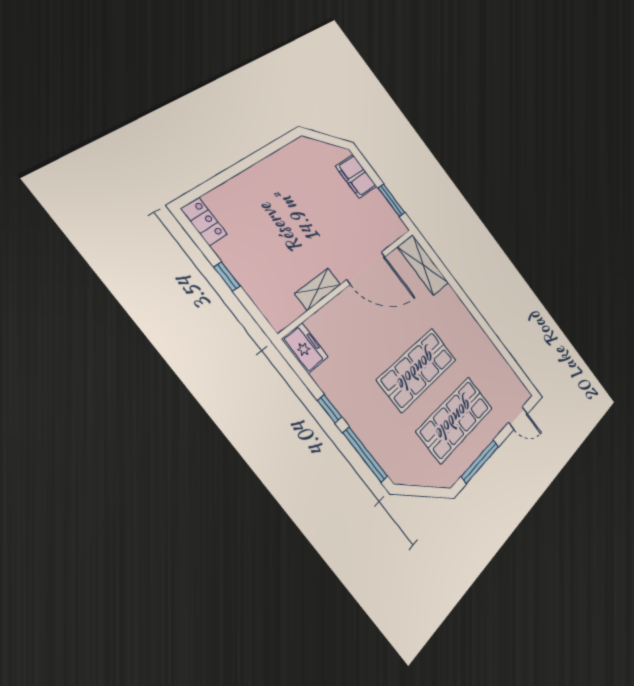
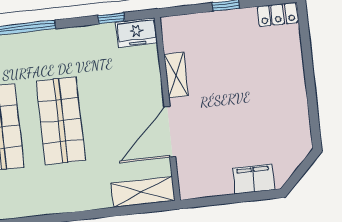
window: (392, 200) -> (216, 201), removed
window: (330, 409) -> (111, 18), moved

